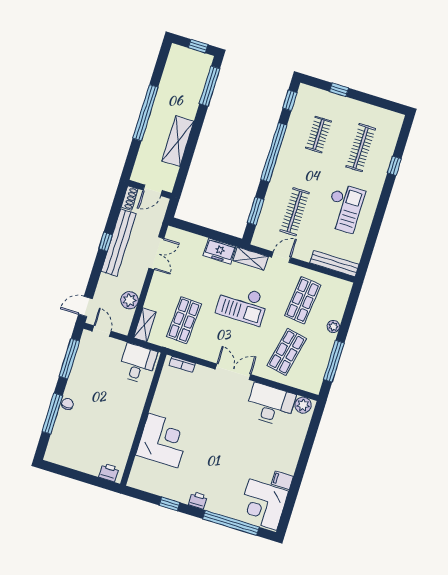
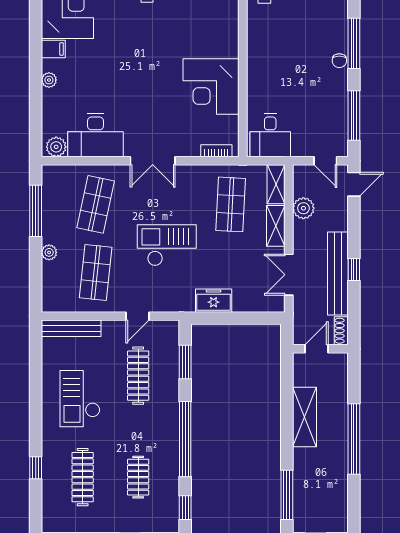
shelving: (251, 259) -> (276, 226), moved, turned 90
corner desk: (163, 440) -> (211, 87), moved
plant: (293, 458) -> (49, 80), added

